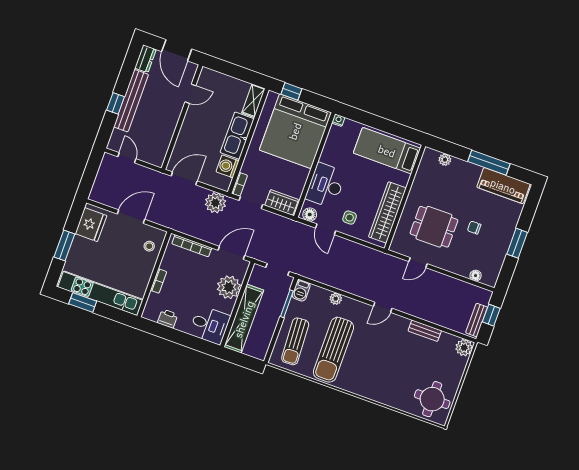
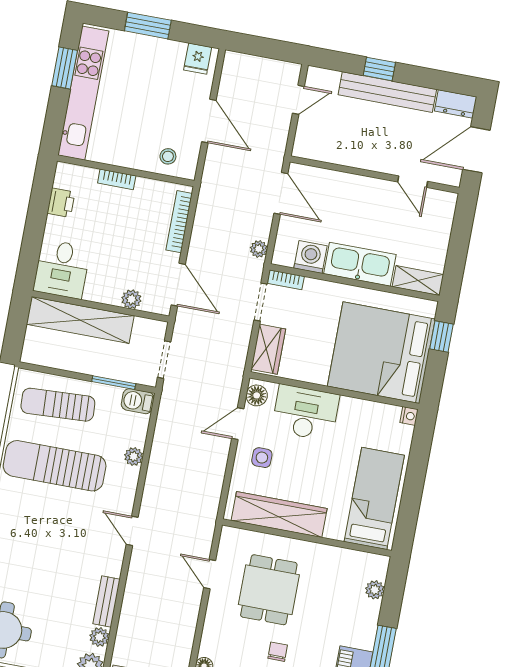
plant: (215, 203) -> (259, 249), width x0.53, depth x0.53
fridge: (91, 225) -> (198, 59), width x0.53, depth x0.75
plant: (229, 287) -> (131, 299), width x0.53, depth x0.53
plant: (447, 339) -> (99, 637), added

